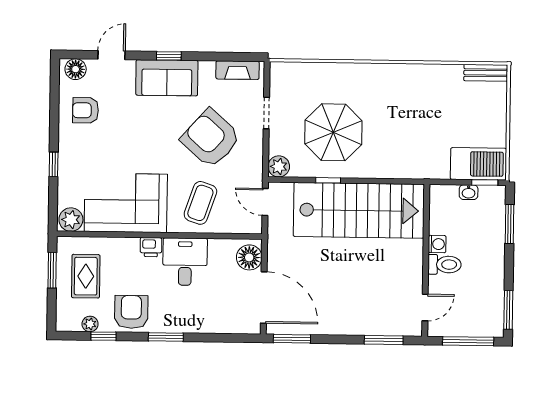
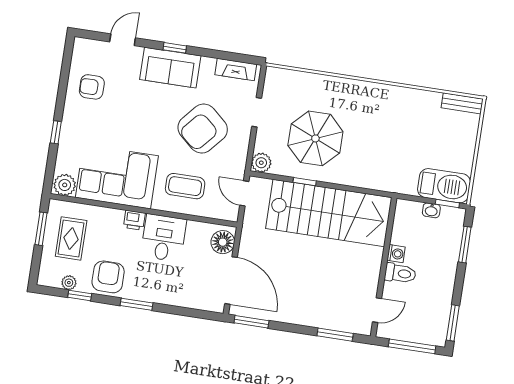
floor lamp: (76, 69) -> (88, 48), removed
armchair: (211, 138) -> (203, 129), turned -91
coffee table: (200, 203) -> (185, 186), turned 71

